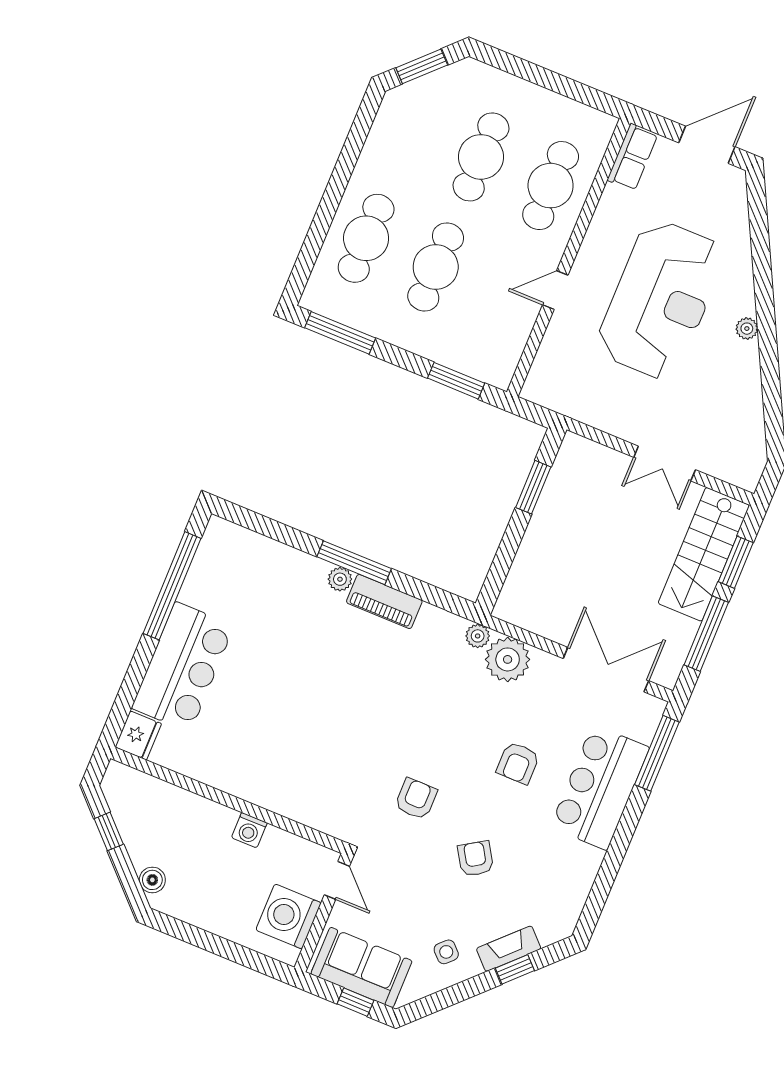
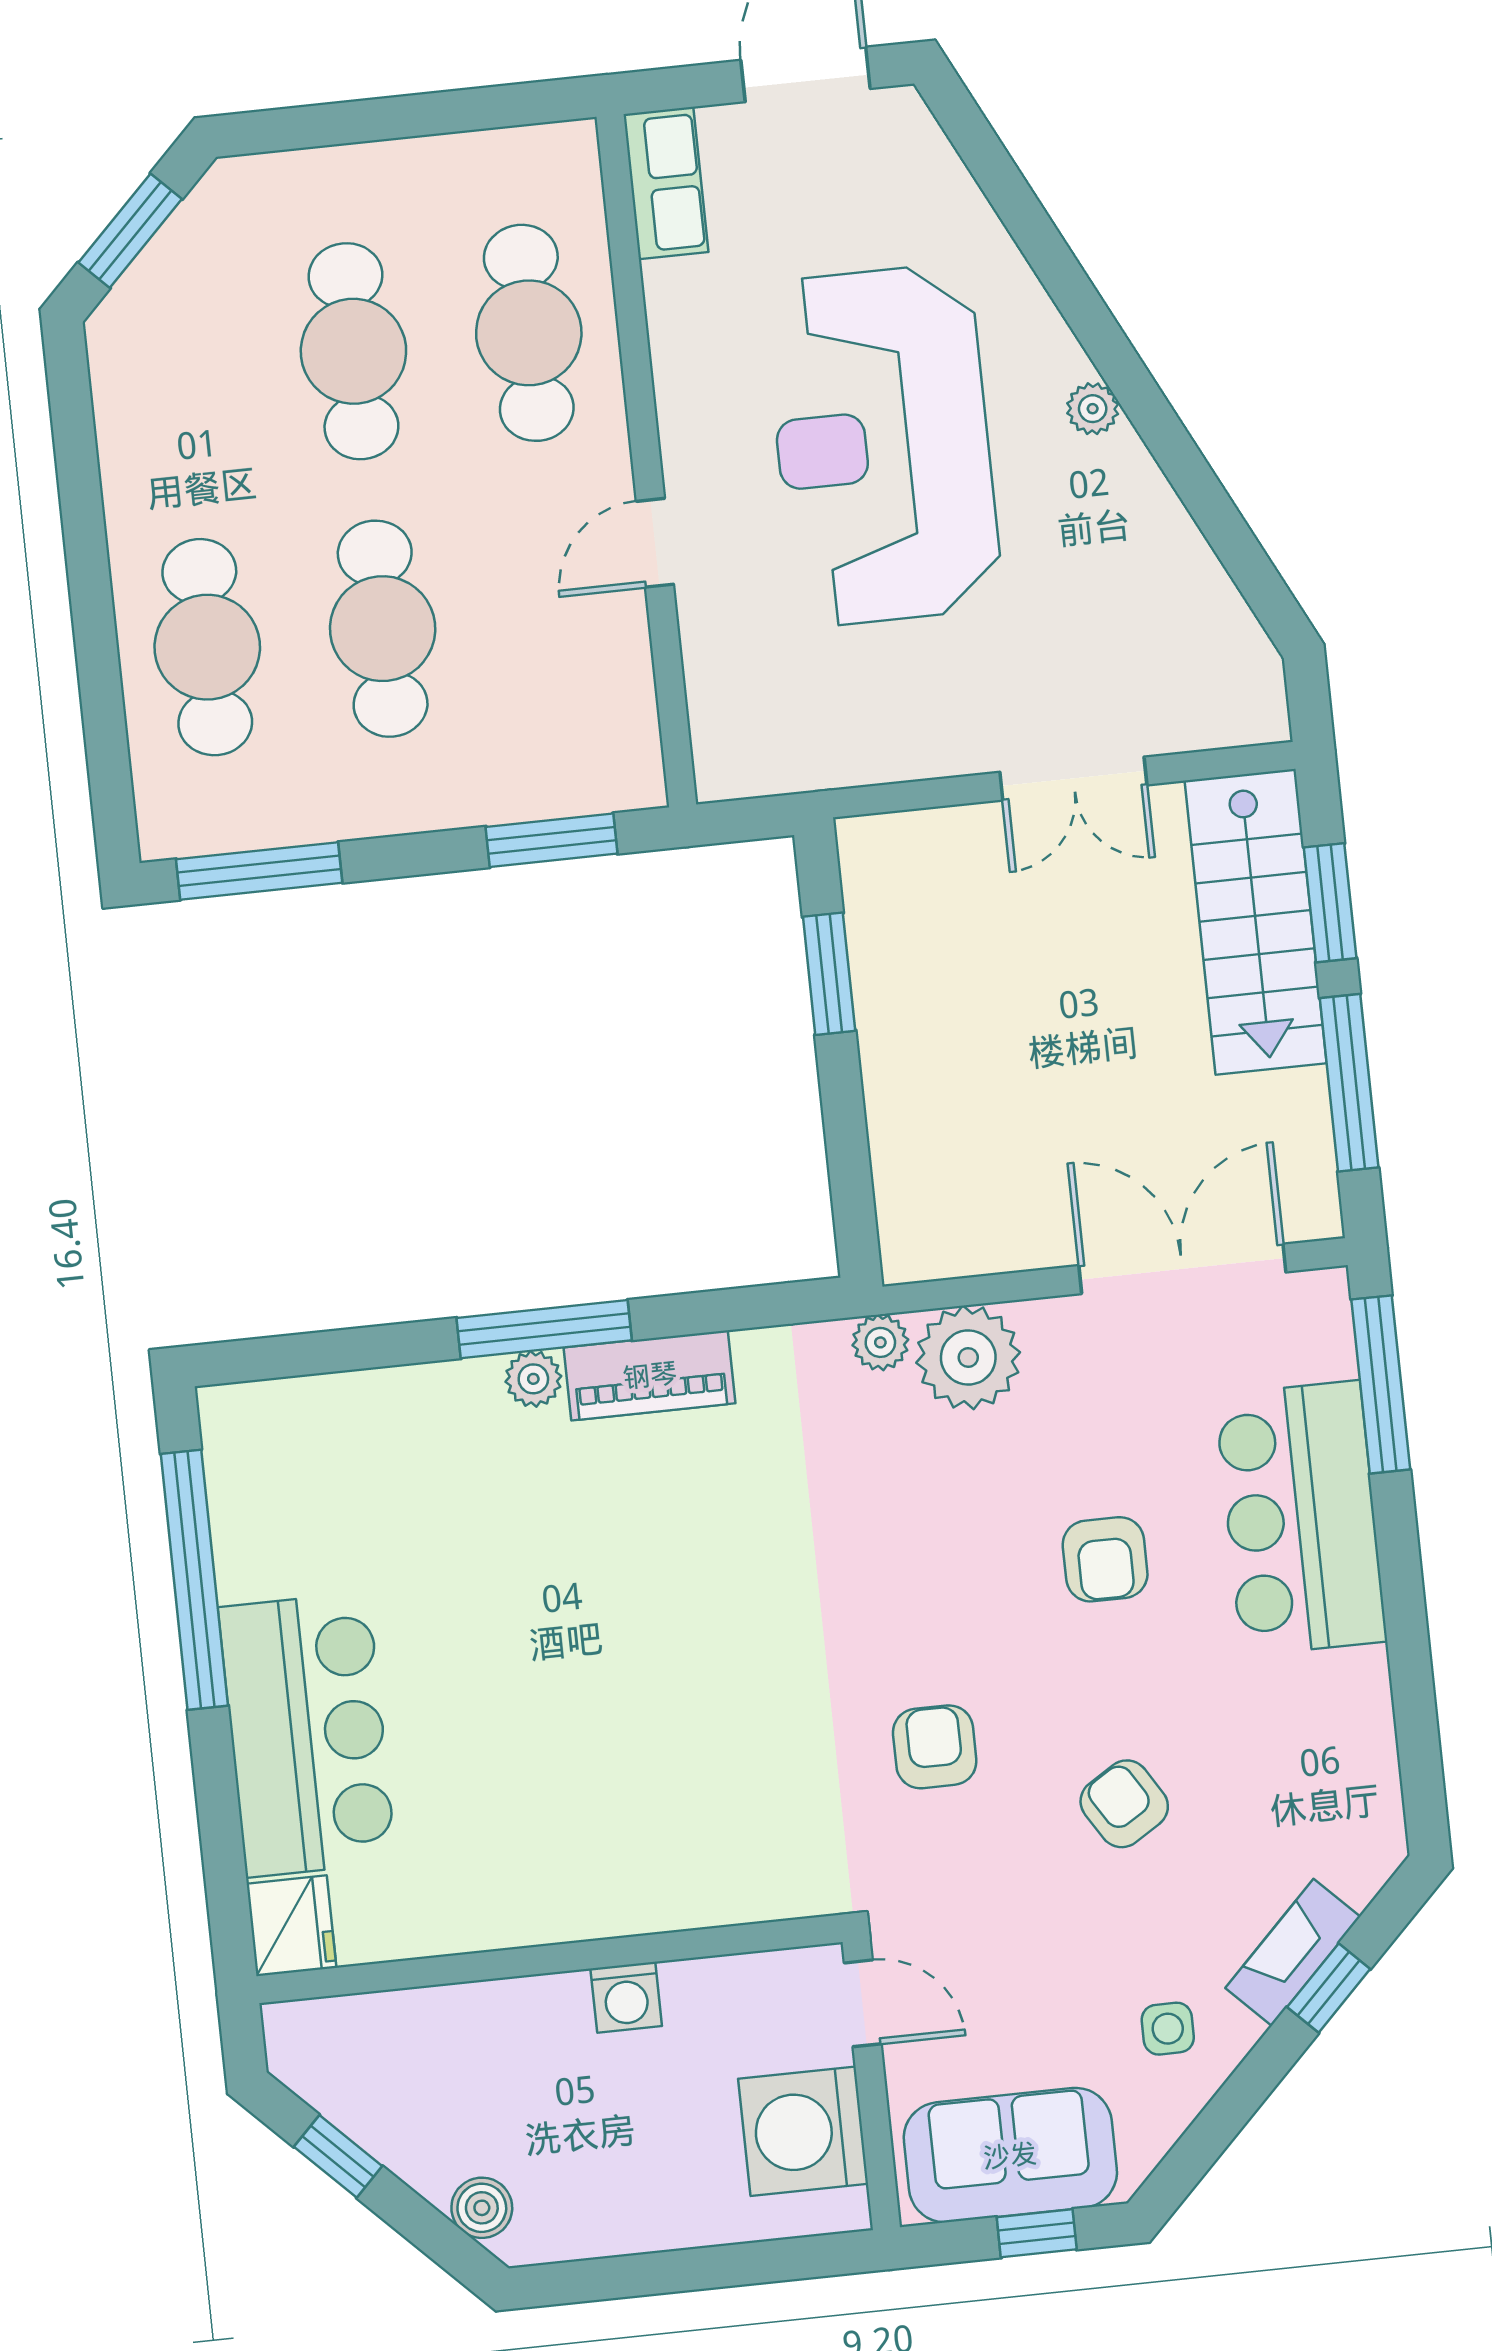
reception desk: (661, 300) -> (883, 445), turned 180
side table: (446, 952) -> (1168, 2029), turned 45

